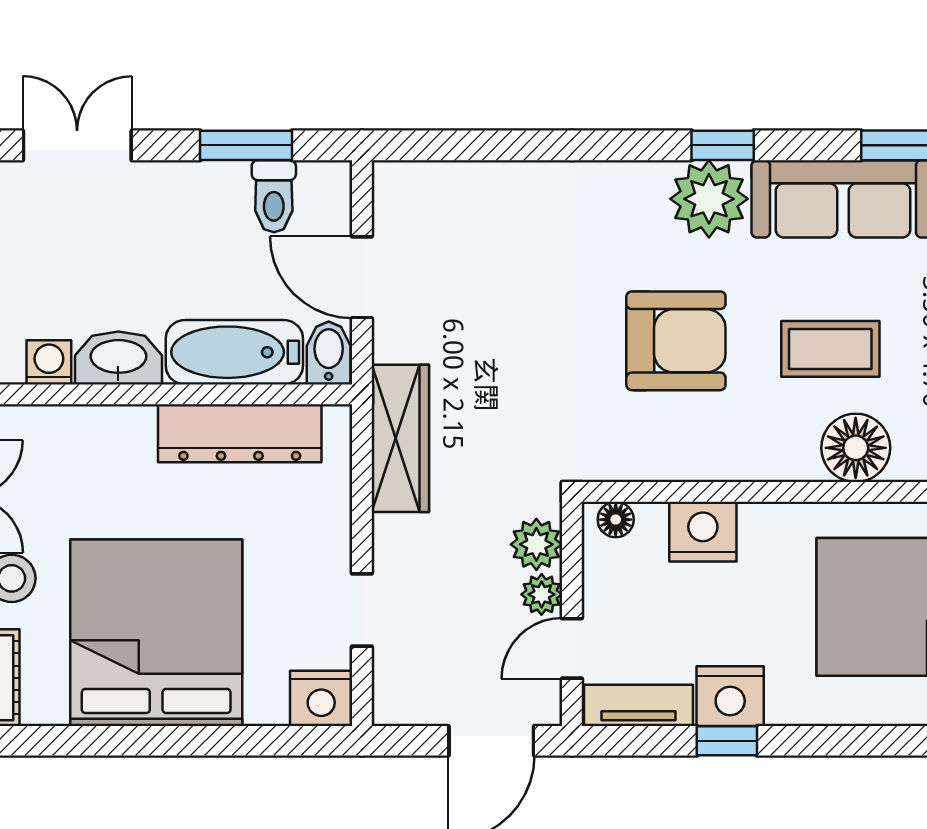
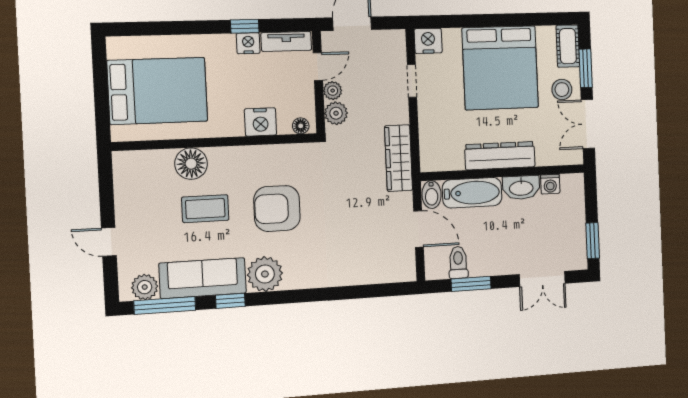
window: (723, 145) -> (230, 301), moved
dresser: (240, 433) -> (500, 156), moved
nightstand: (730, 696) -> (248, 43), width x0.74, depth x0.75

